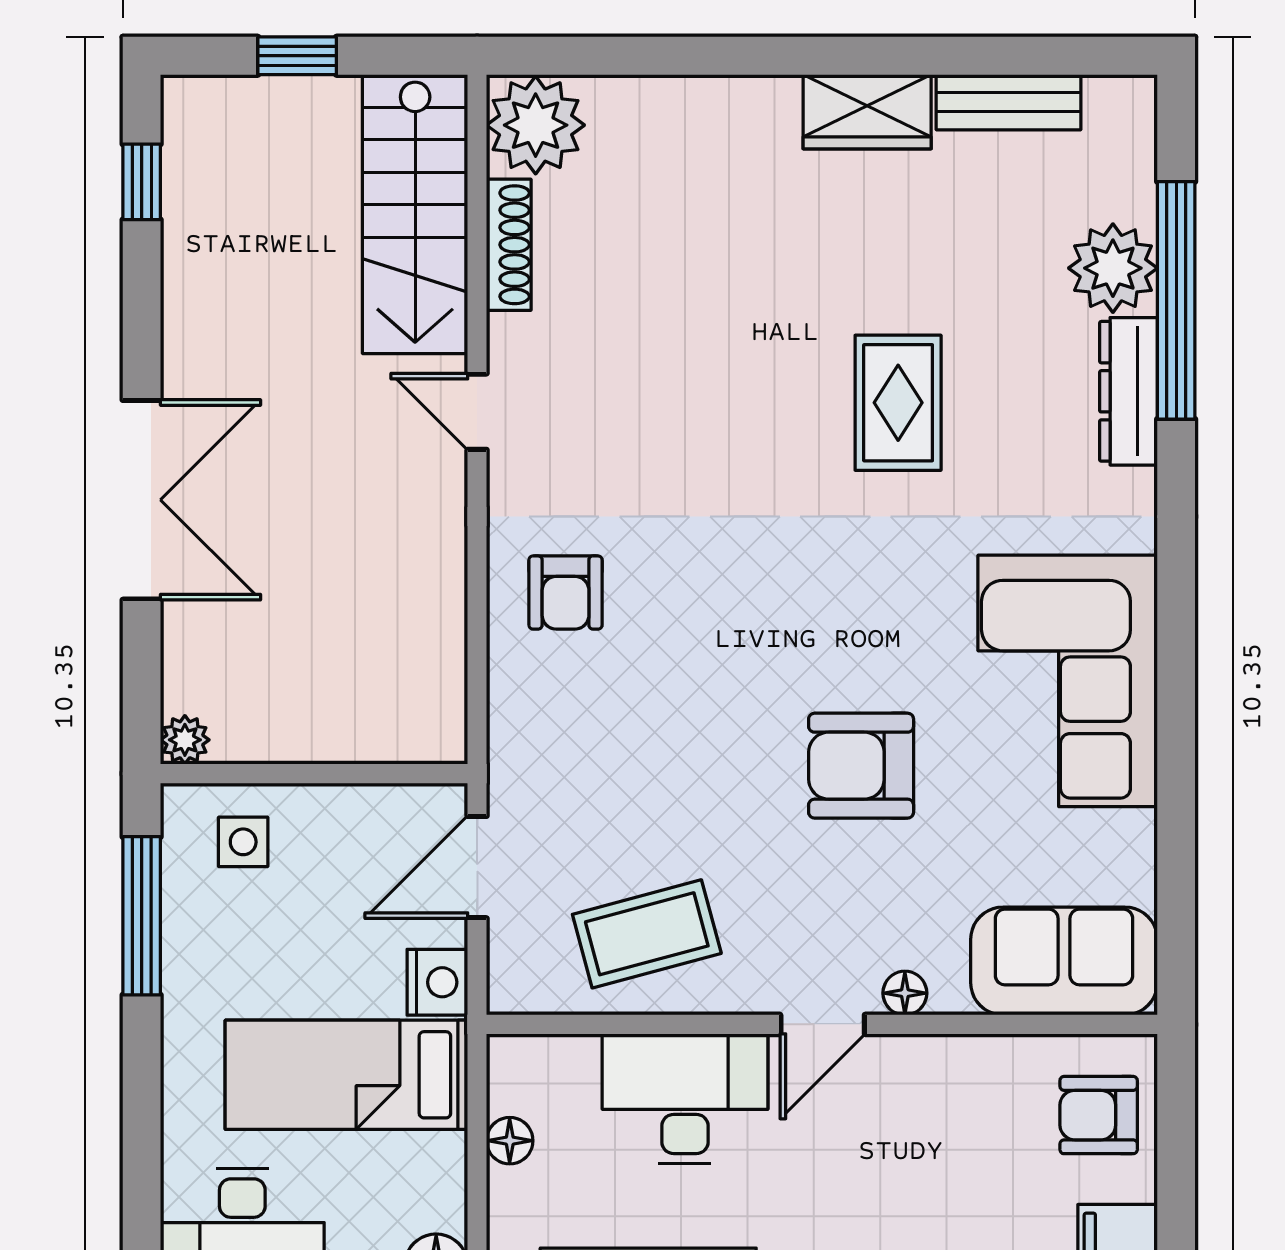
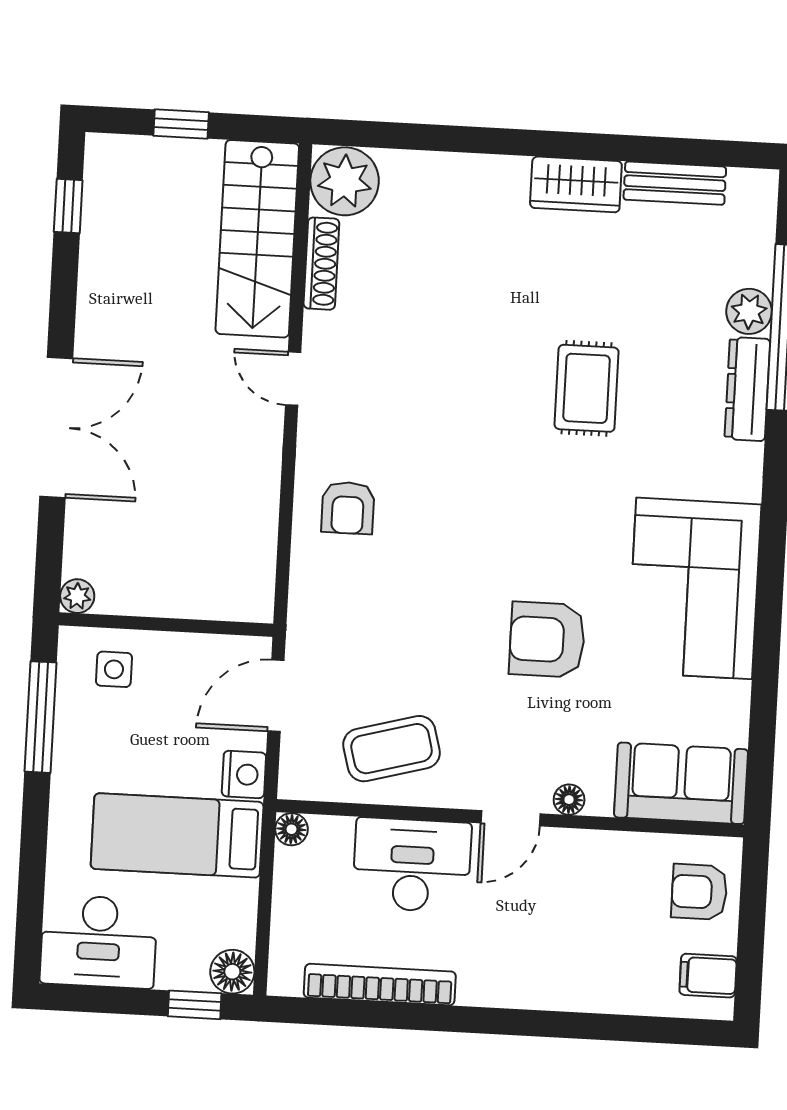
plant: (1113, 268) -> (749, 311), width x0.73, depth x0.73
floor lamp: (510, 1141) -> (291, 829), moved

